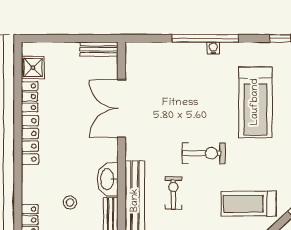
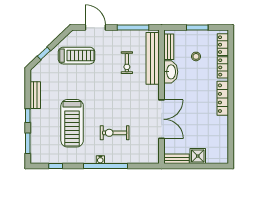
shower: (33, 68) -> (198, 156), moved
locker: (30, 97) -> (223, 67), moved
treadmill: (255, 102) -> (72, 123), turned 180
exercise bike: (204, 153) -> (115, 133), moved

